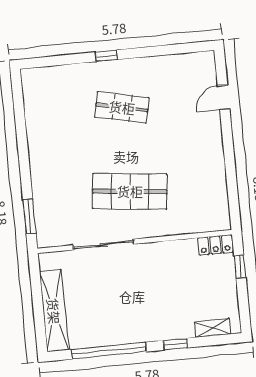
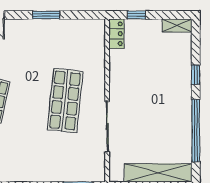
window: (230, 159) -> (46, 15), added
shelving: (213, 328) -> (177, 25), moved, turned 90

